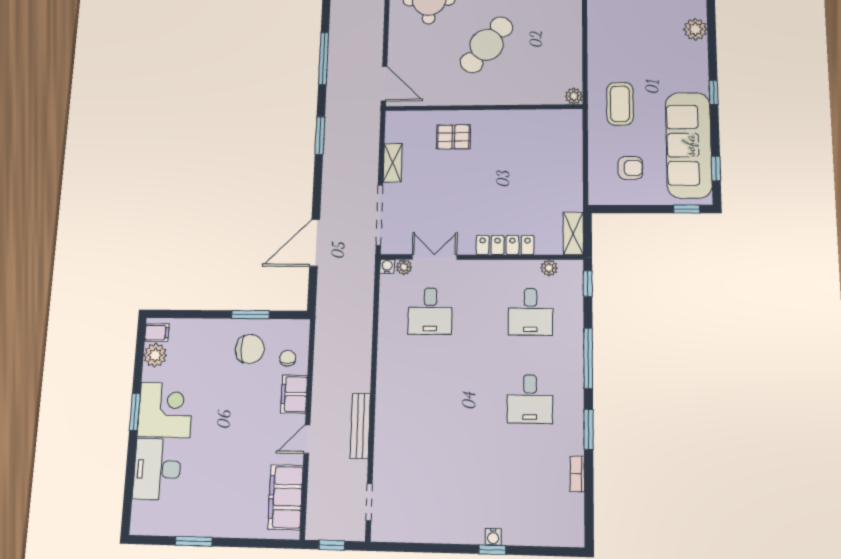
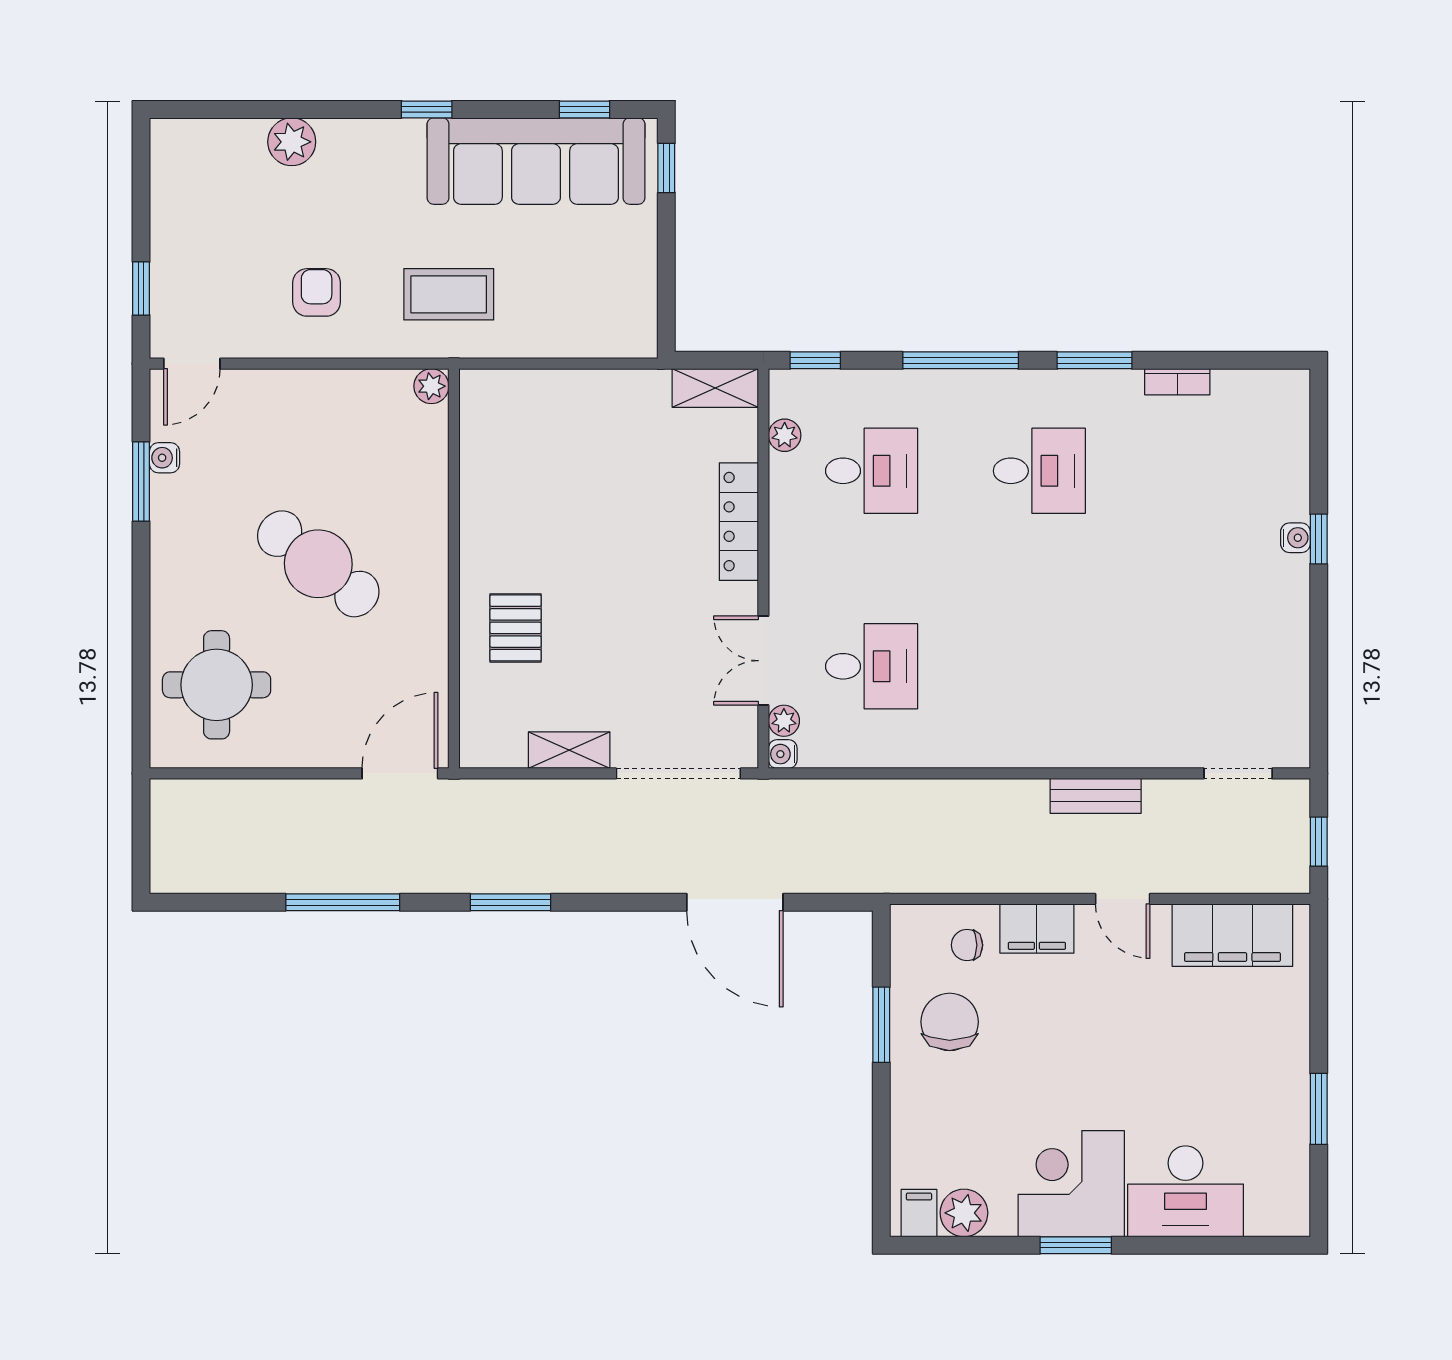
armchair: (630, 168) -> (317, 292), moved
bench: (360, 426) -> (1096, 796), width x0.73

